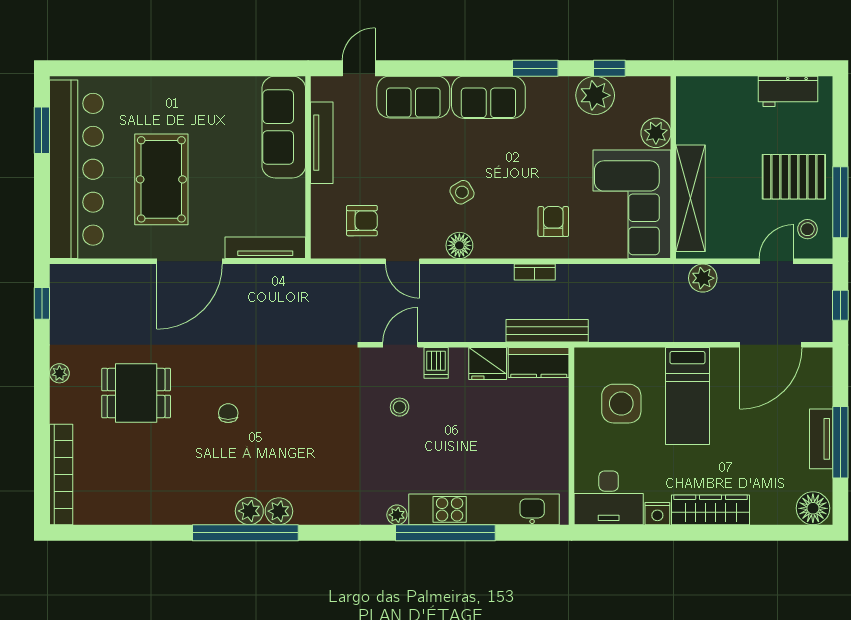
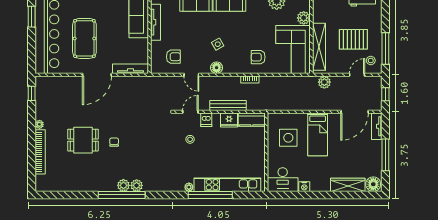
pallet: (794, 177) -> (353, 39), moved
armchair: (553, 222) -> (258, 57), turned -90
bench: (547, 331) -> (228, 106), moved
dining table: (136, 393) -> (83, 140), moved
tv unit: (821, 439) -> (377, 126), moved
bookcase: (61, 475) -> (40, 152), moved
wardrobe: (711, 510) -> (348, 185), moved

